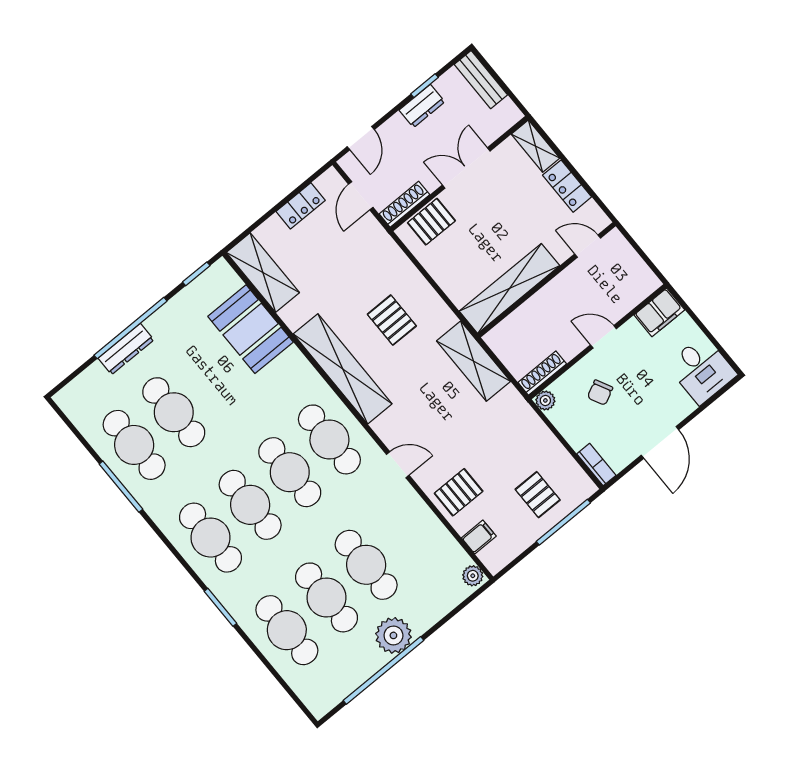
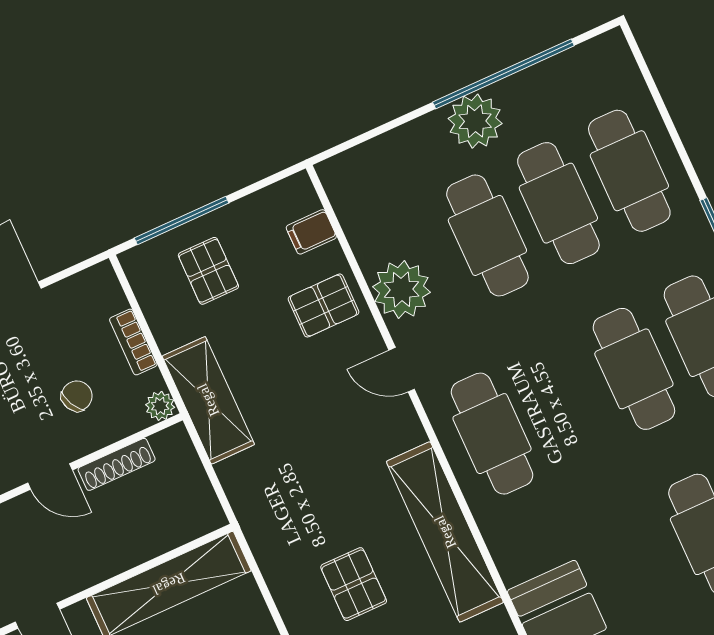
shelving: (474, 361) -> (208, 400), moved
shoe rack: (542, 373) -> (117, 464), moved
bookcase: (596, 465) -> (133, 342), moved
cafe table: (290, 472) -> (563, 401), removed
plant: (473, 576) -> (401, 289), moved, width x1.88, depth x1.88

